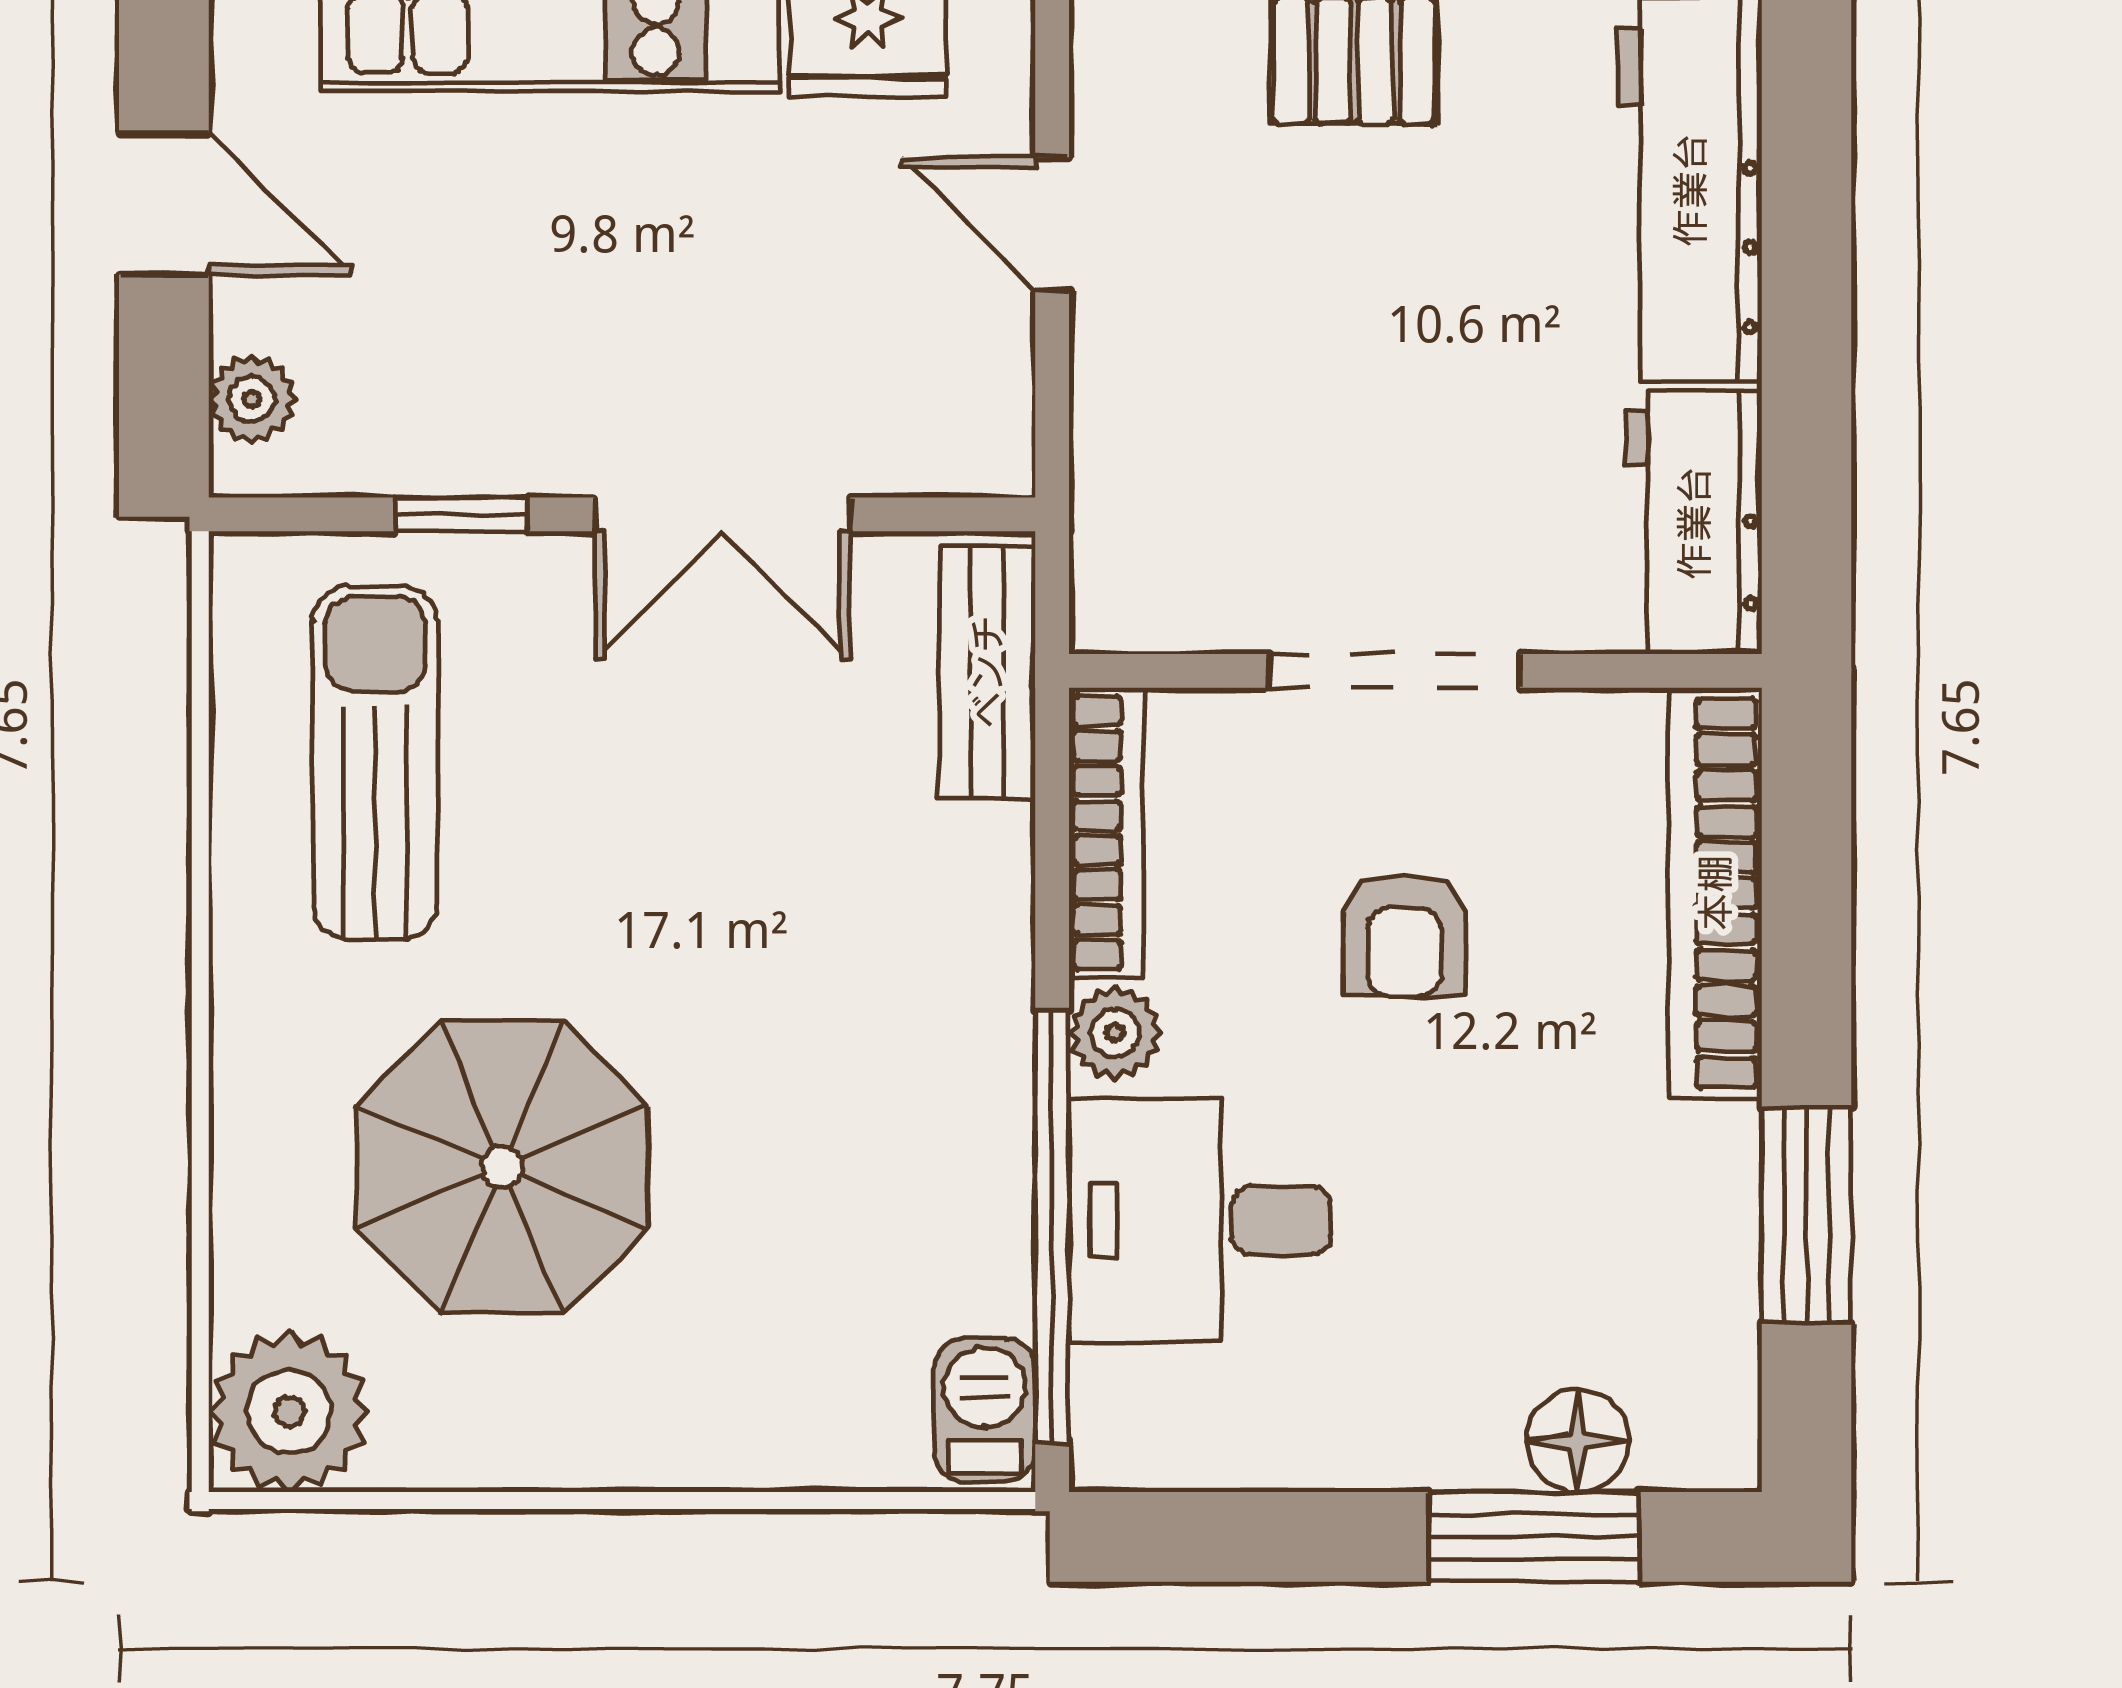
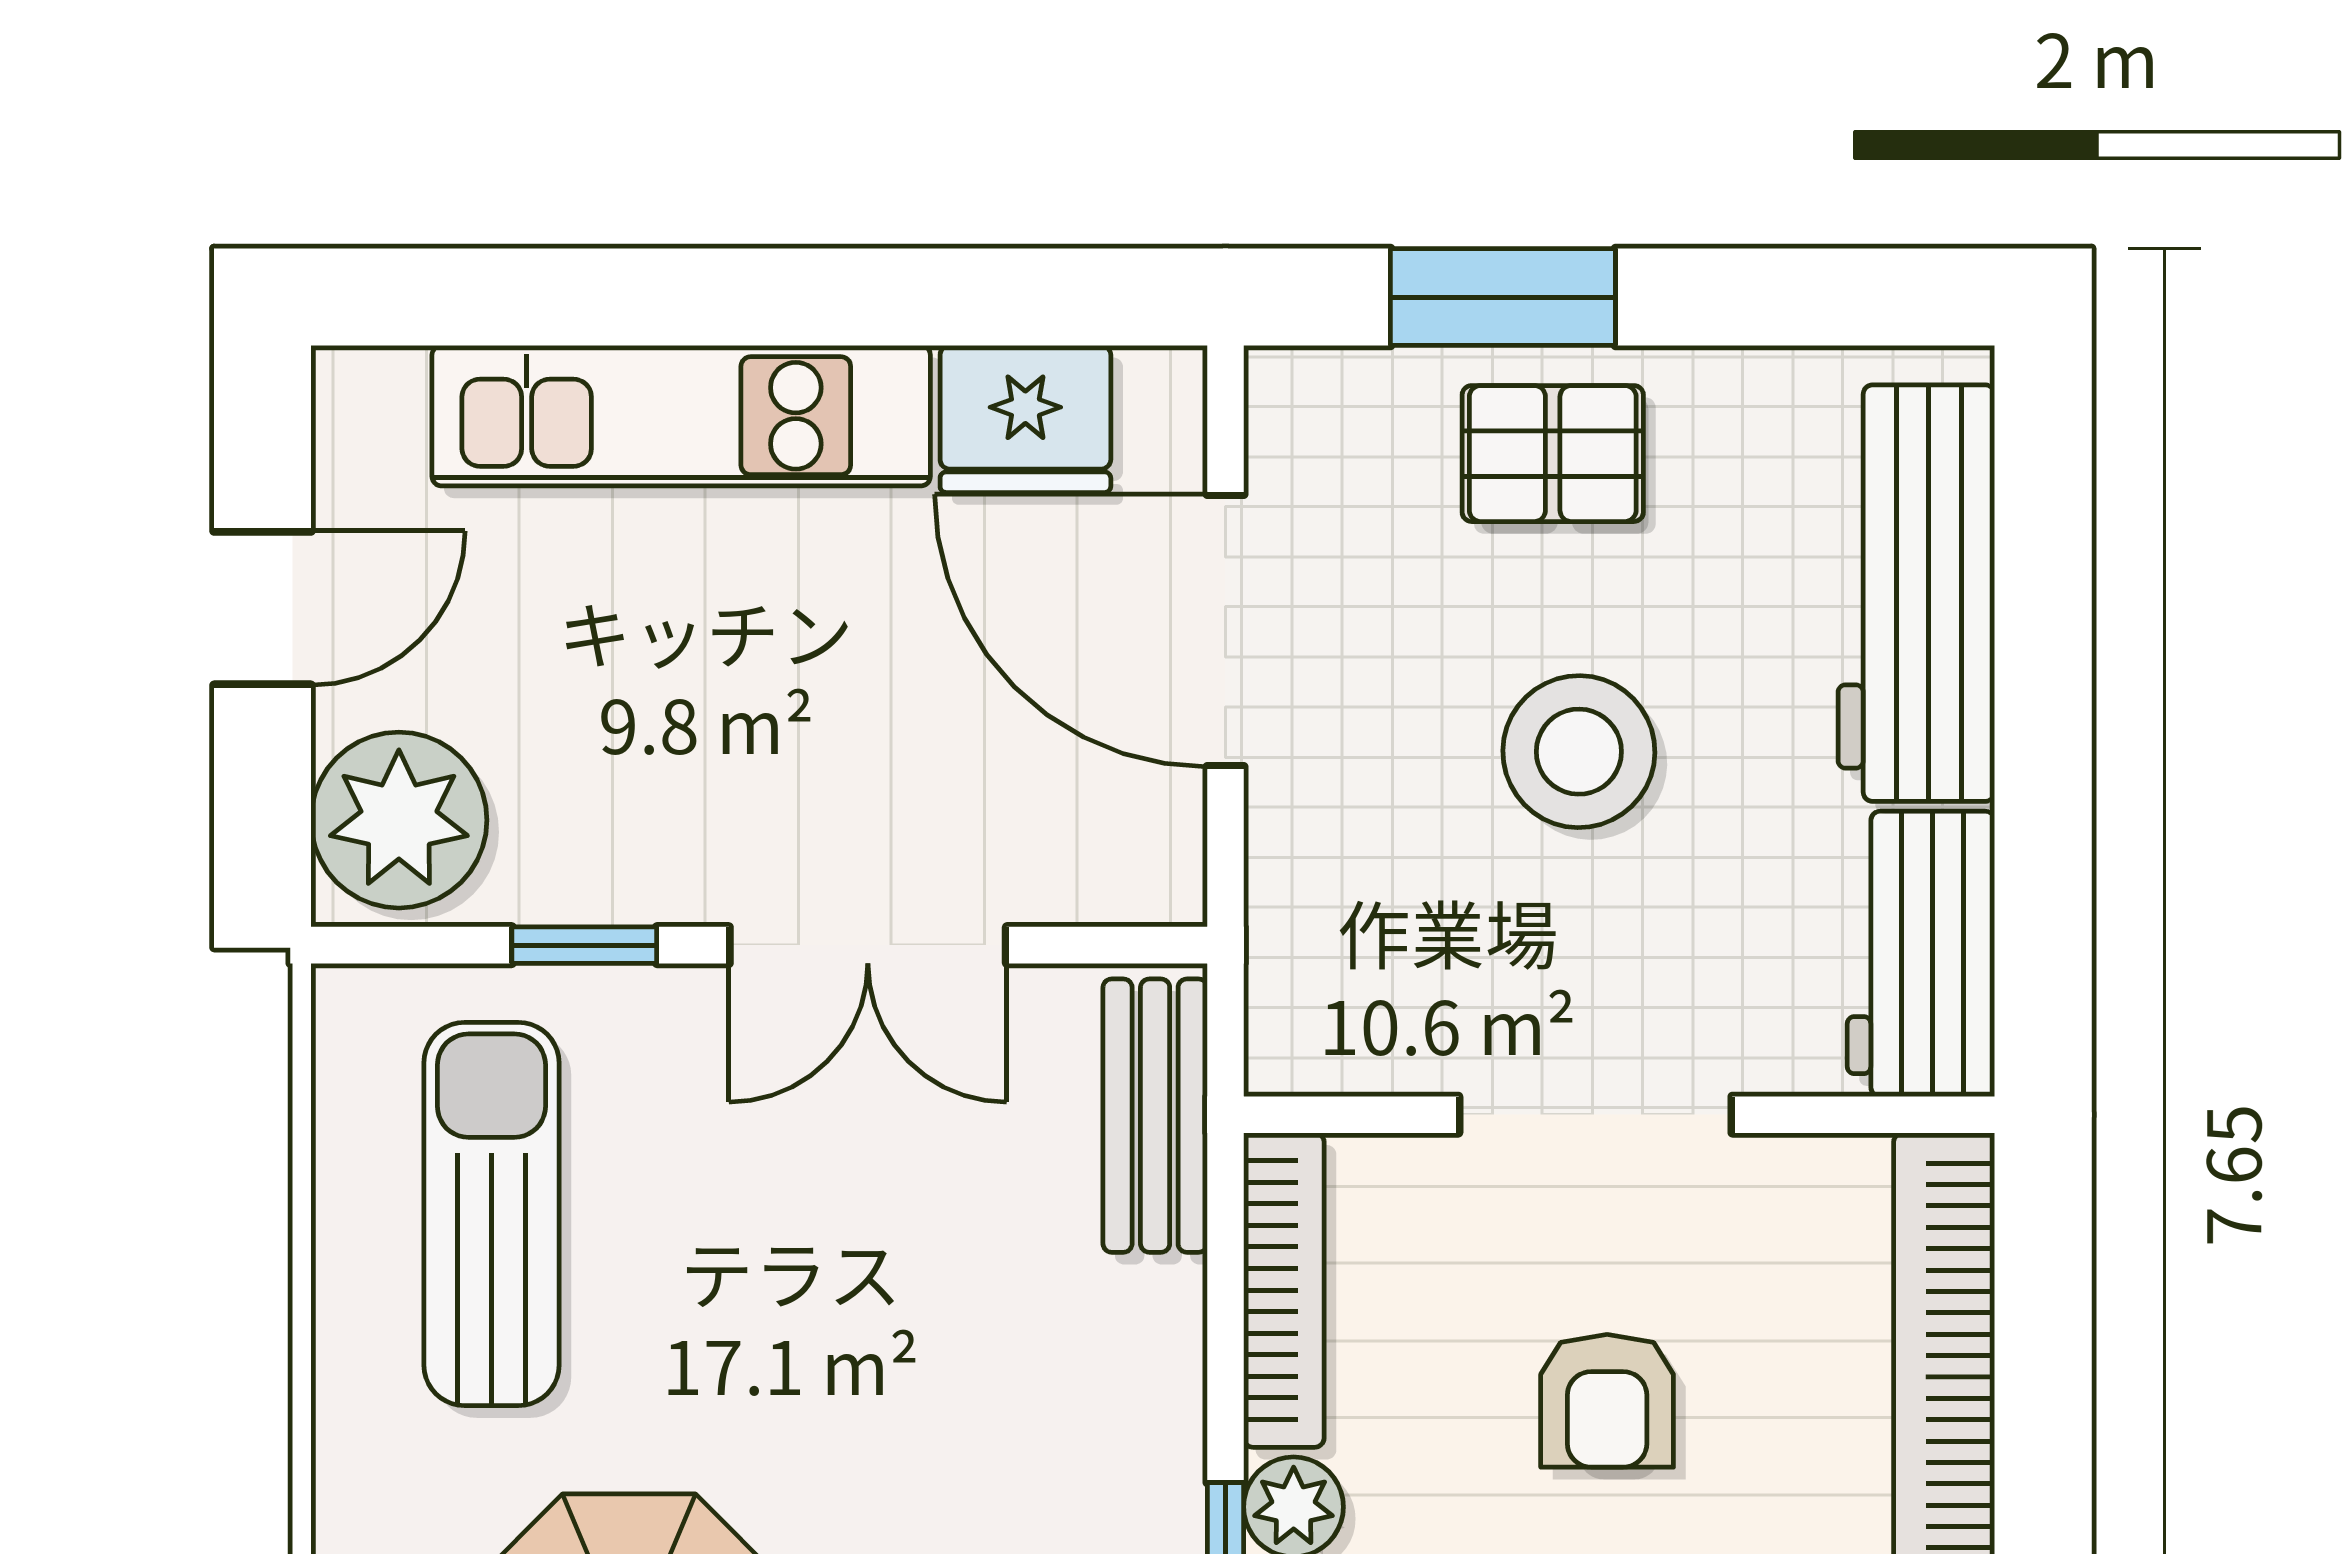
door: (164, 204) -> (262, 608), hinge flipped
door: (1052, 224) -> (1225, 631), width x1.88
stool: (1378, 336) -> (1579, 752), added
plant: (252, 399) -> (399, 820), width x1.88, depth x1.88

